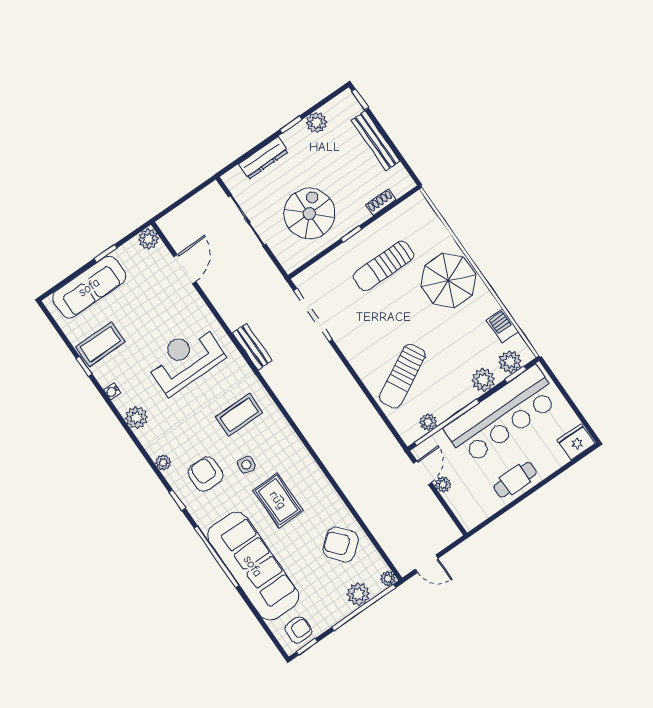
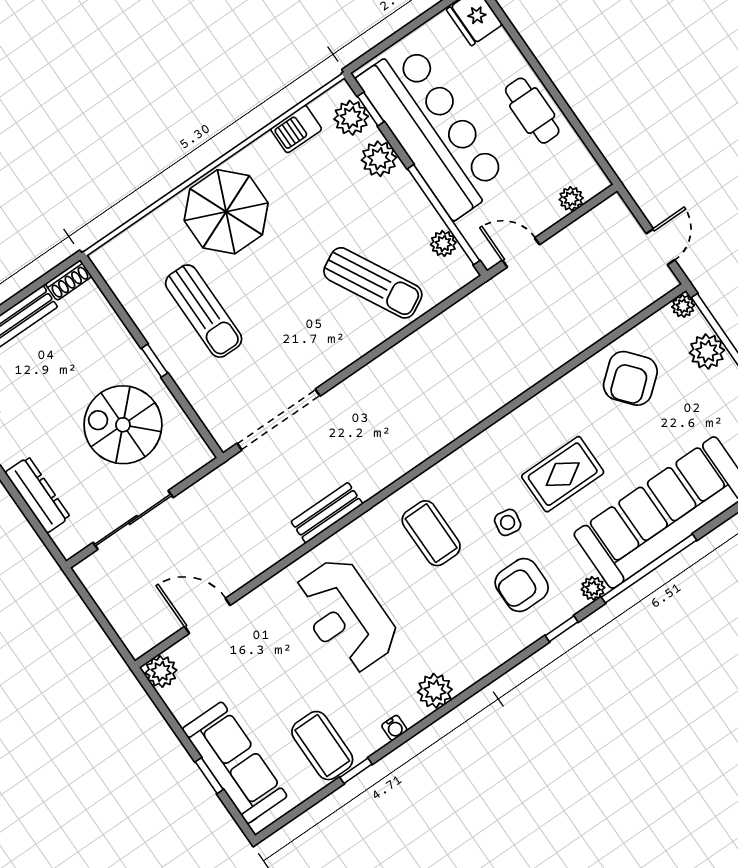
shoe rack: (381, 202) -> (69, 280), moved, turned -90
window: (106, 253) -> (209, 776), moved
plant: (163, 462) -> (593, 588), moved
plant: (443, 484) -> (571, 199), moved

